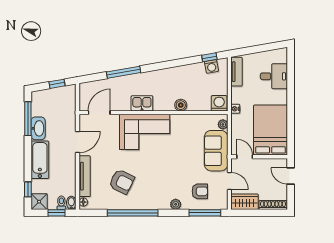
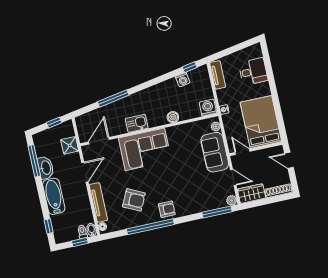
washing machine: (211, 66) -> (183, 80), moved
armchair: (200, 191) -> (167, 209), moved
shower: (39, 202) -> (70, 145), moved
plant: (176, 204) -> (232, 200), moved

